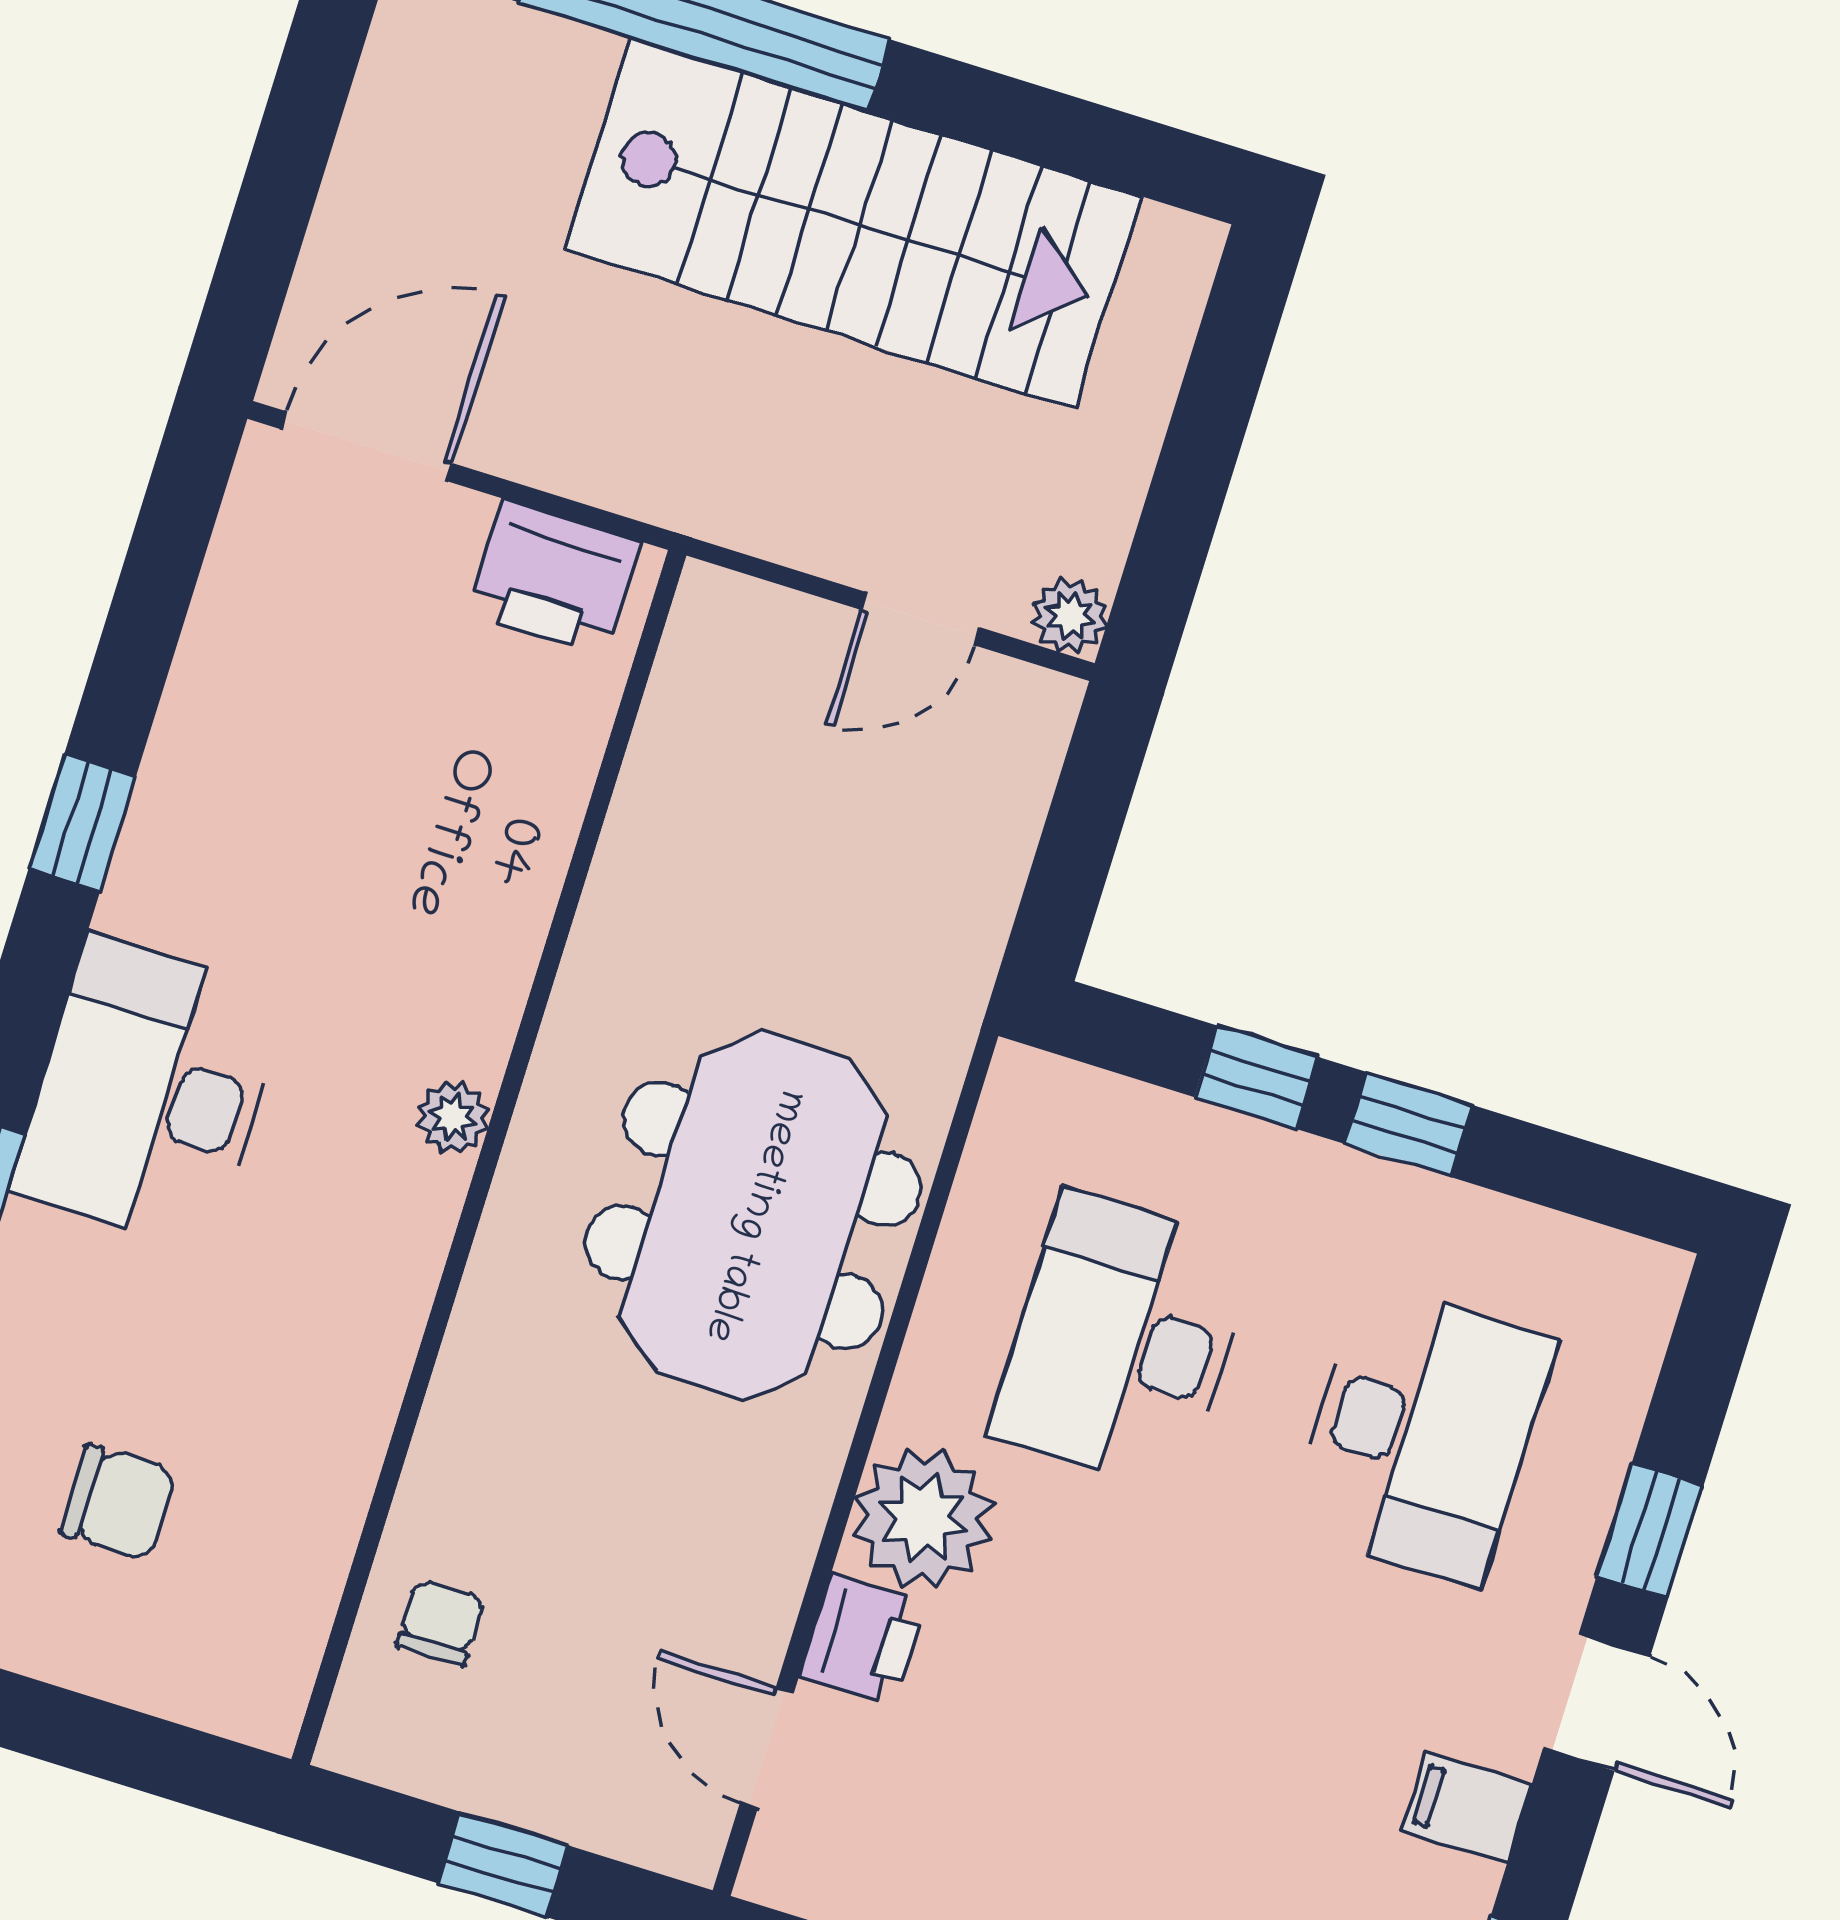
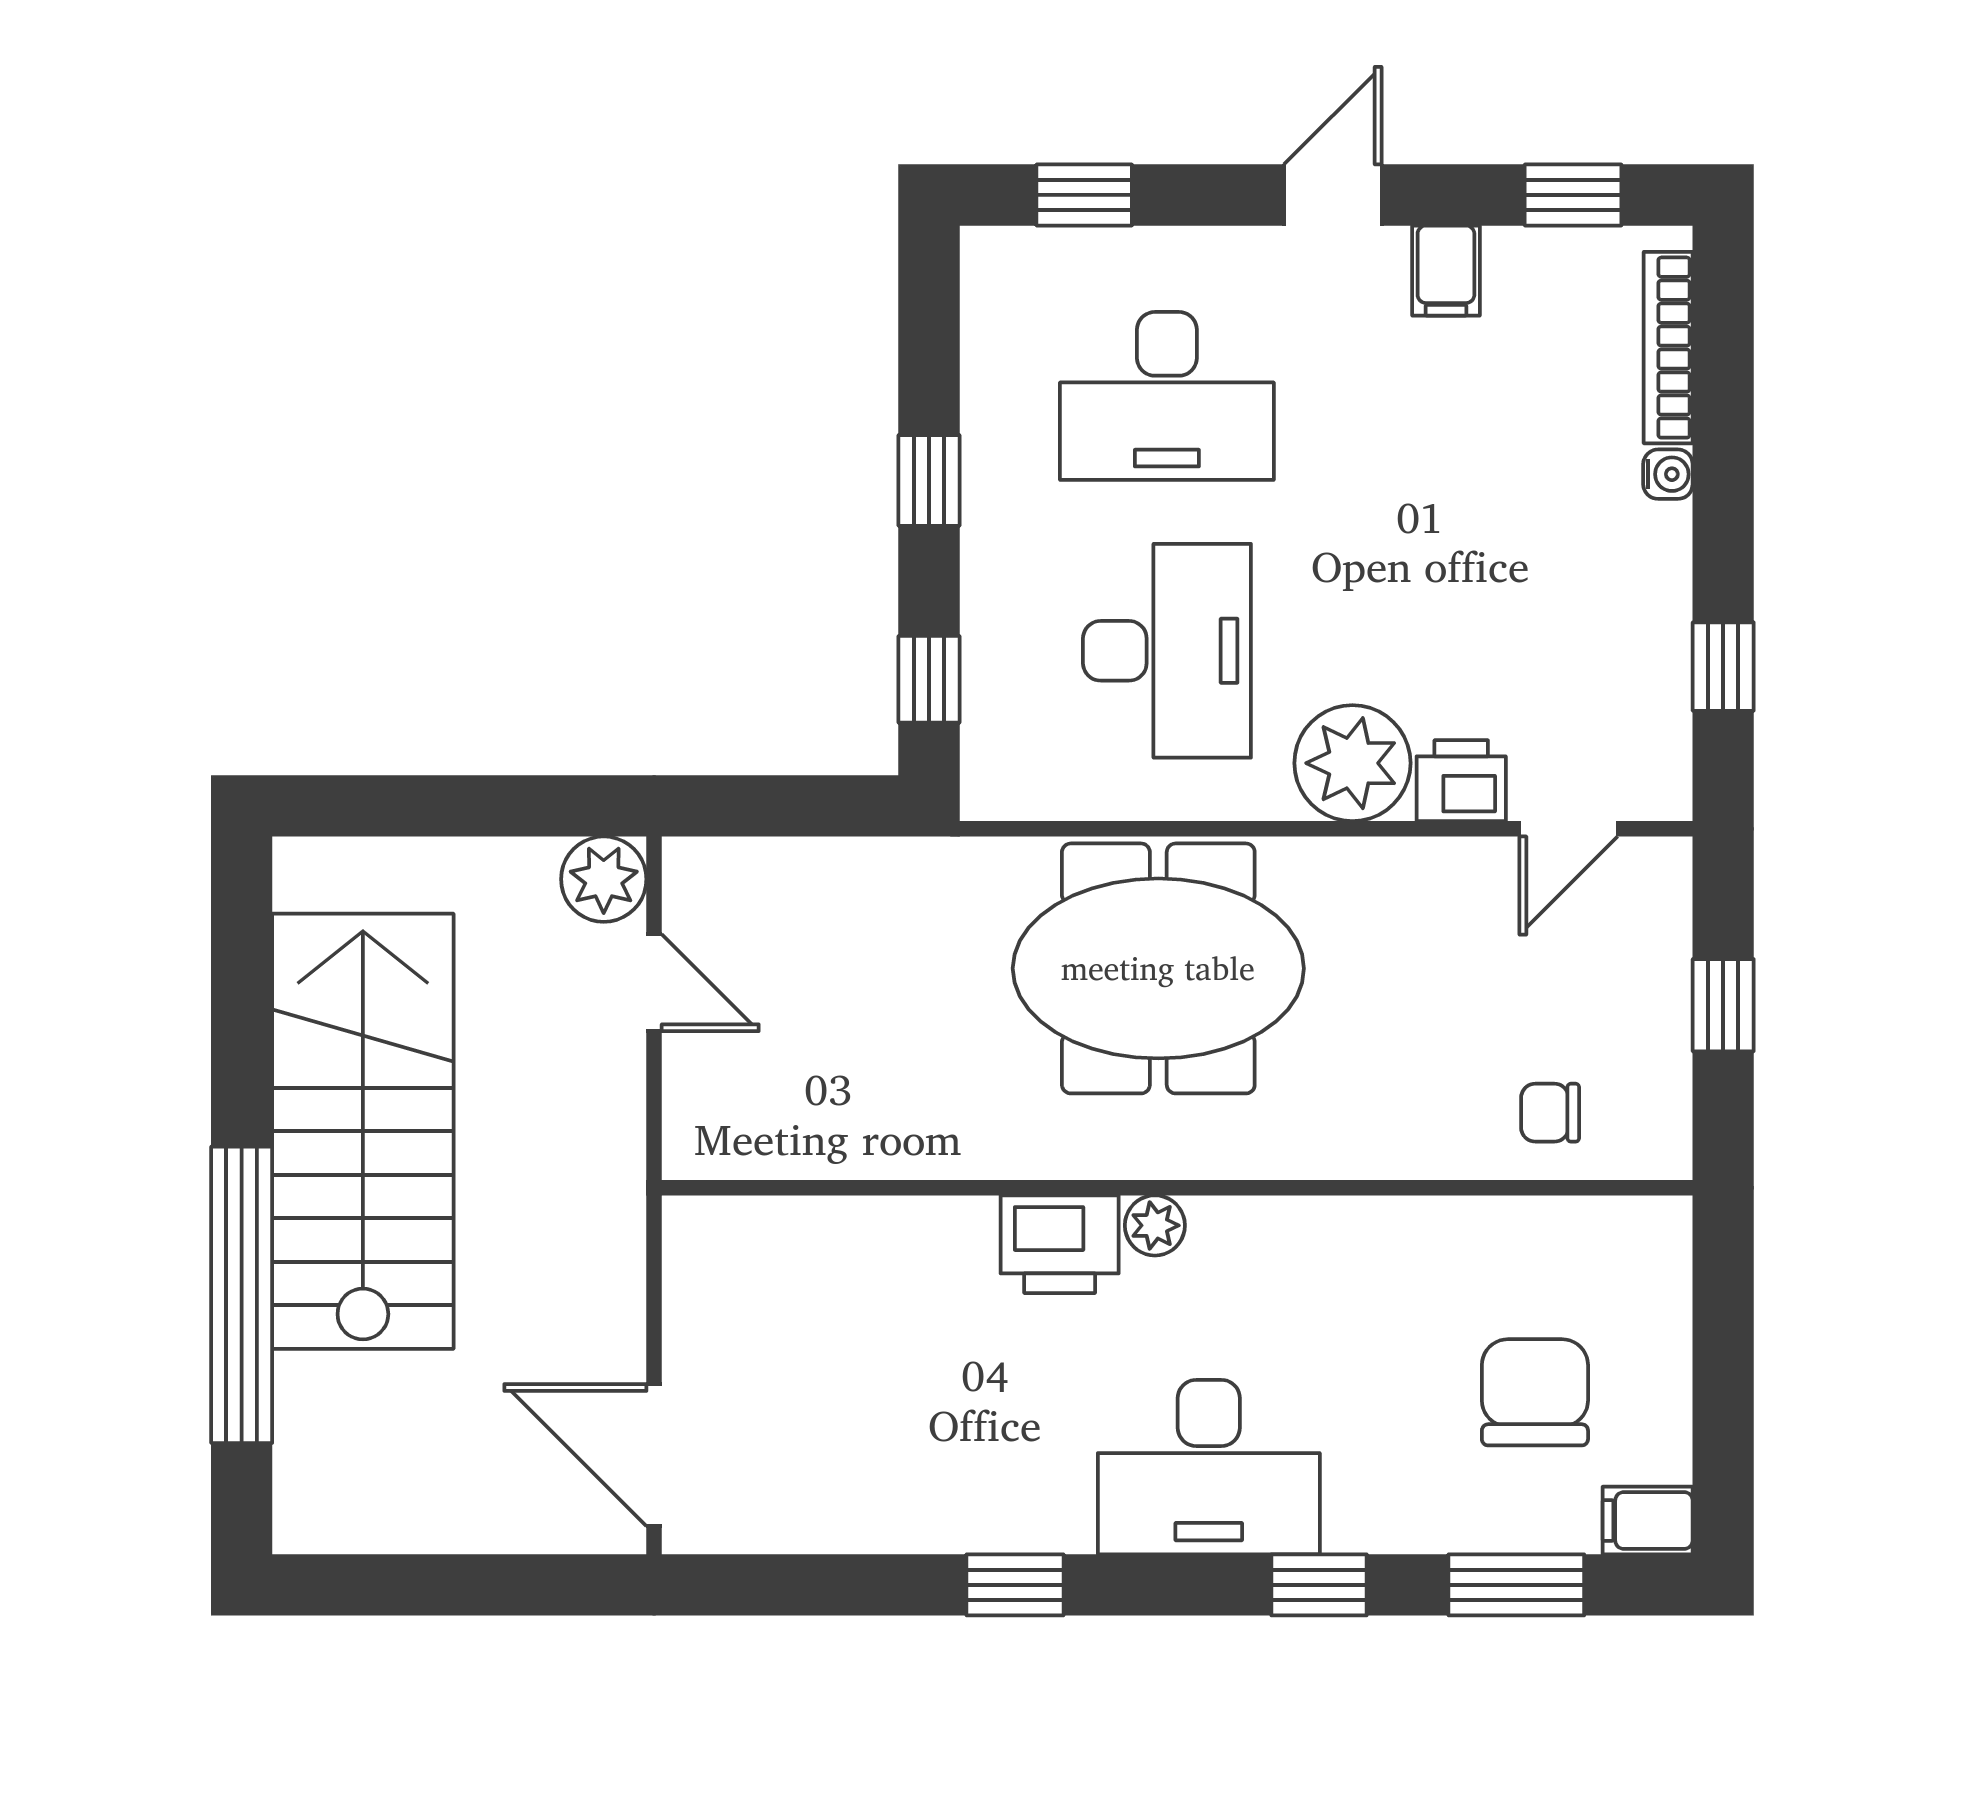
printer: (554, 577) -> (1060, 1244), moved, turned 90
plant: (1070, 615) -> (604, 879), width x1.38, depth x1.38
window: (1256, 1077) -> (929, 679), moved
desk: (1122, 1341) -> (1167, 651), turned -90
desk: (1421, 1435) -> (1167, 396), turned 180
chair: (118, 1502) -> (1535, 1392), width x1.37, depth x1.37
window: (1650, 1531) -> (1084, 195), moved

